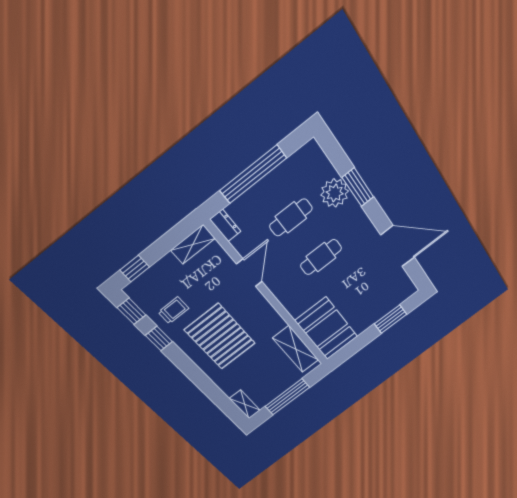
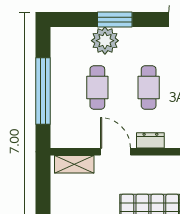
dresser: (225, 225) -> (150, 140), moved
shelving: (193, 244) -> (74, 164), moved, turned 90

